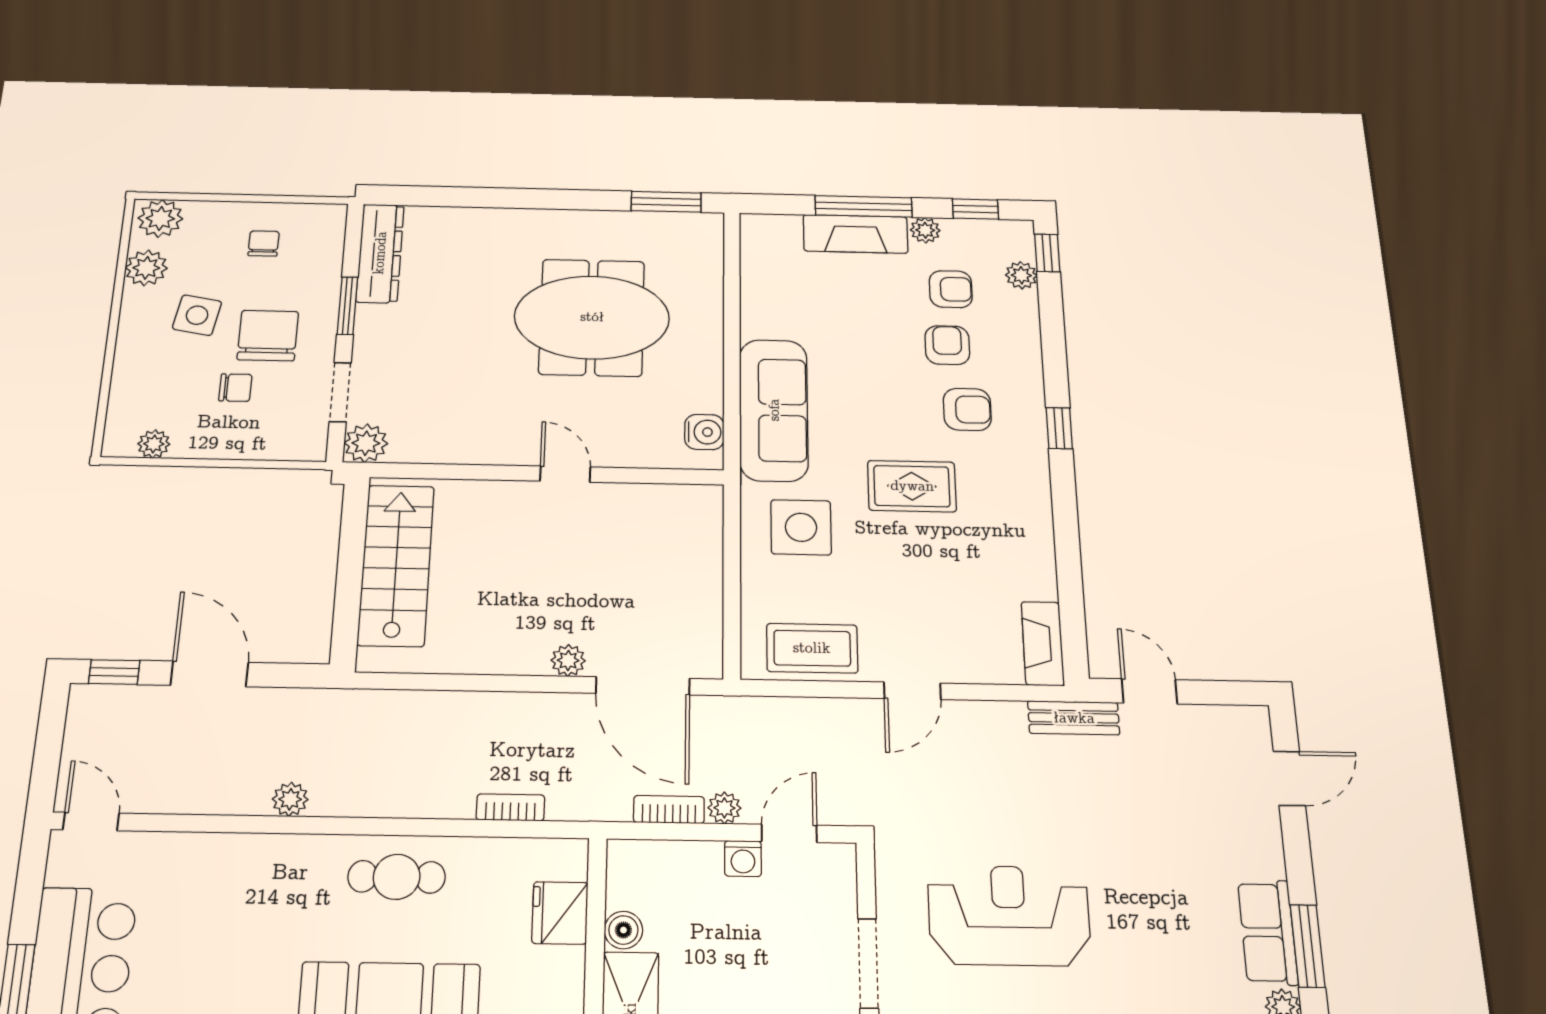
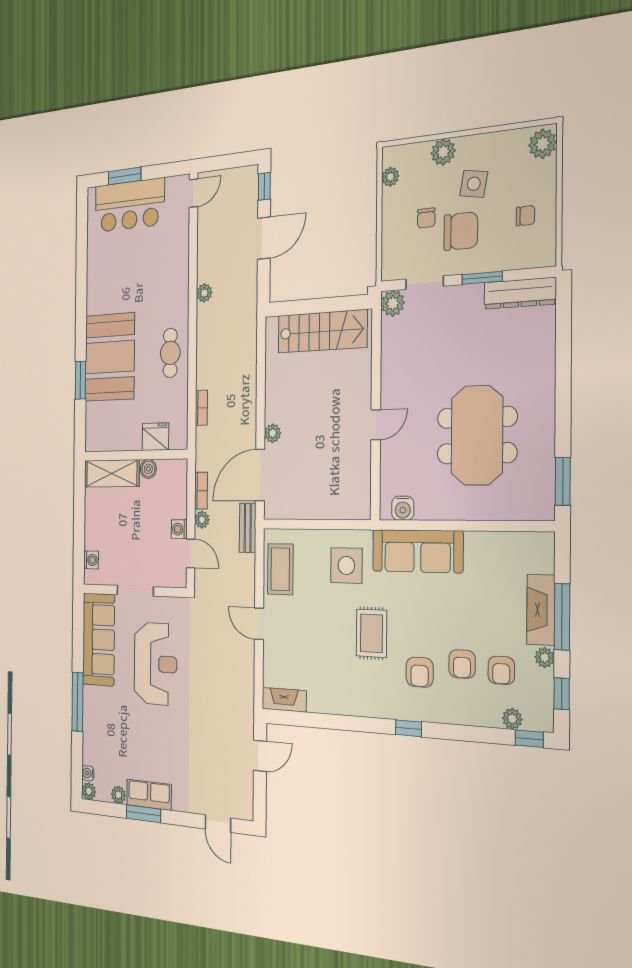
plant: (146, 268) -> (443, 152), moved
armchair: (947, 345) -> (462, 664), turned 90
bench: (1074, 718) -> (248, 528), moved

